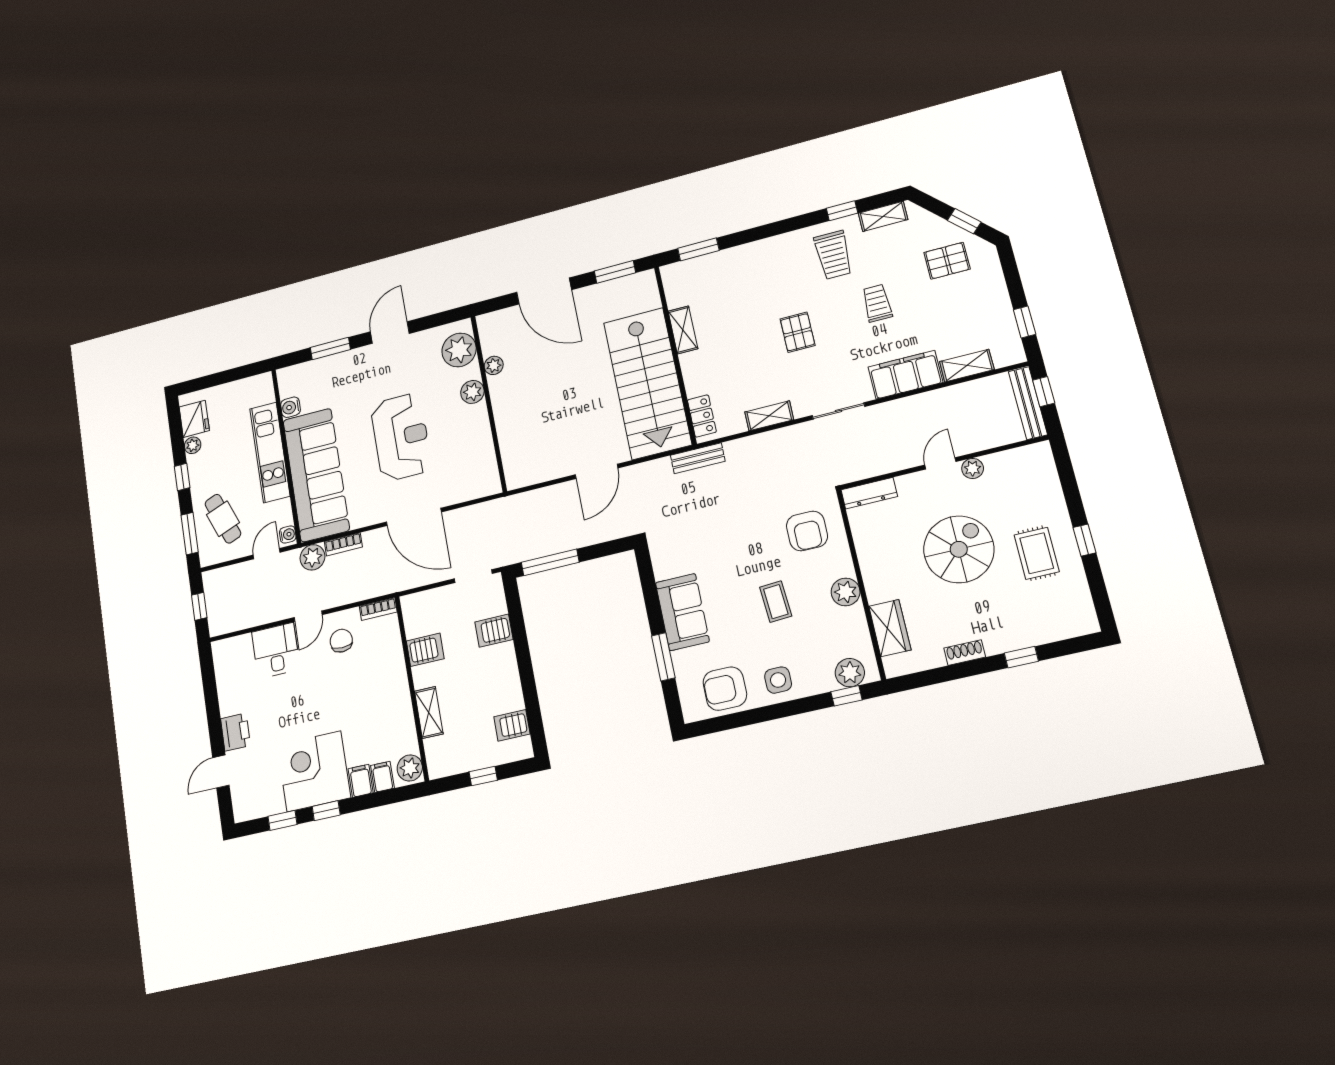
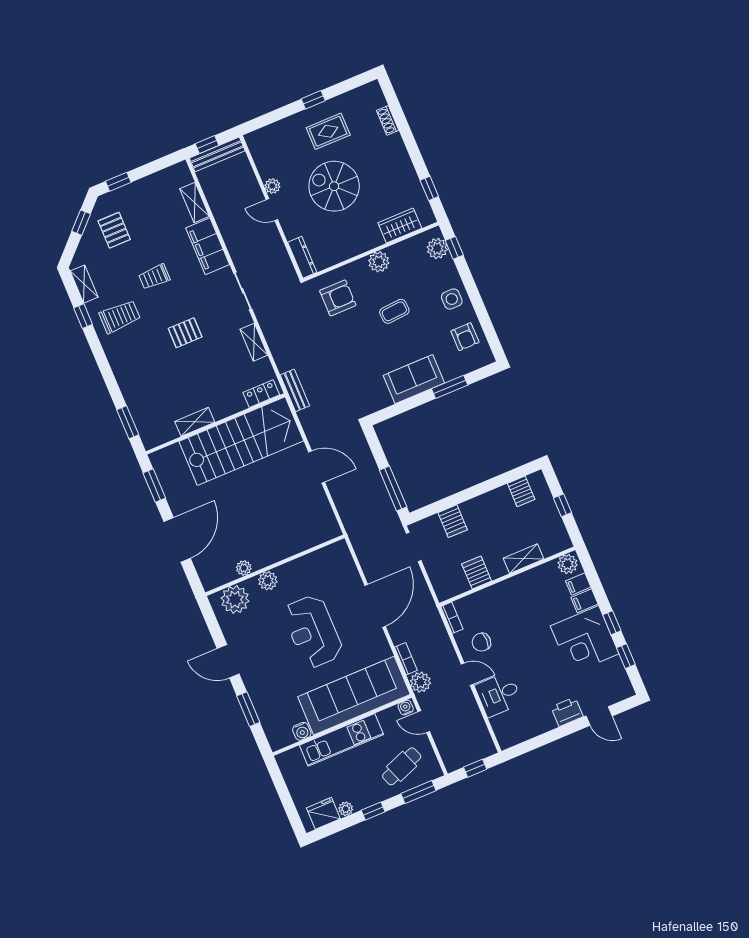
window: (1025, 322) -> (118, 182), moved
reception desk: (401, 437) -> (313, 631), turned -90
shoe rack: (965, 653) -> (388, 120), moved
window: (1021, 657) -> (429, 188), moved
armchair: (725, 689) -> (465, 337), width x0.72, depth x0.72

